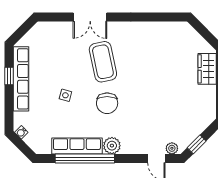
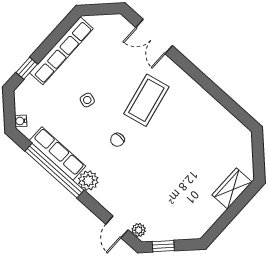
double door: (90, 17) -> (154, 37), moved
window: (9, 76) -> (27, 68), moved
chair: (107, 103) -> (117, 140), width x0.54, depth x0.54
water cooler: (21, 132) -> (21, 121), moved

